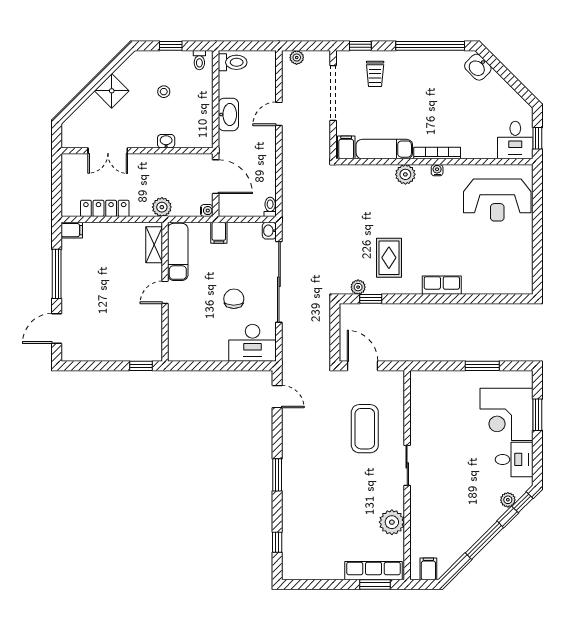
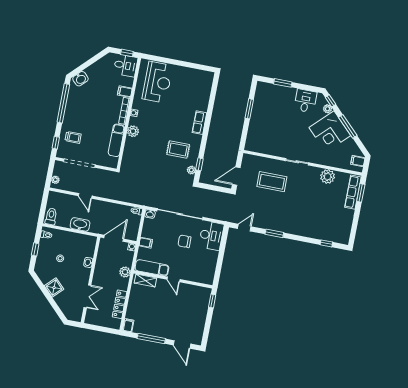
filing cabinet: (346, 147) -> (125, 92), moved
corner desk: (506, 414) -> (330, 132), moved, turned 45
window: (277, 475) -> (274, 233), moved

